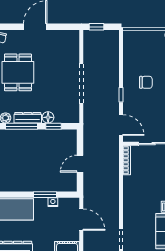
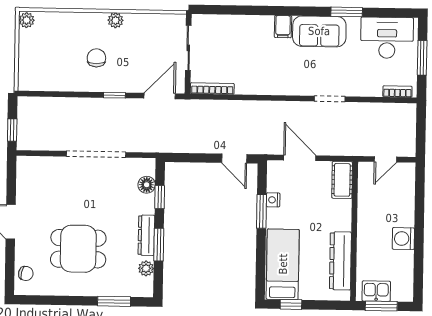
floor lamp: (48, 117) -> (147, 185), moved
window: (22, 126) -> (159, 245), width x0.69
door: (80, 164) -> (234, 159), moved
door: (81, 220) -> (300, 158), hinge flipped

